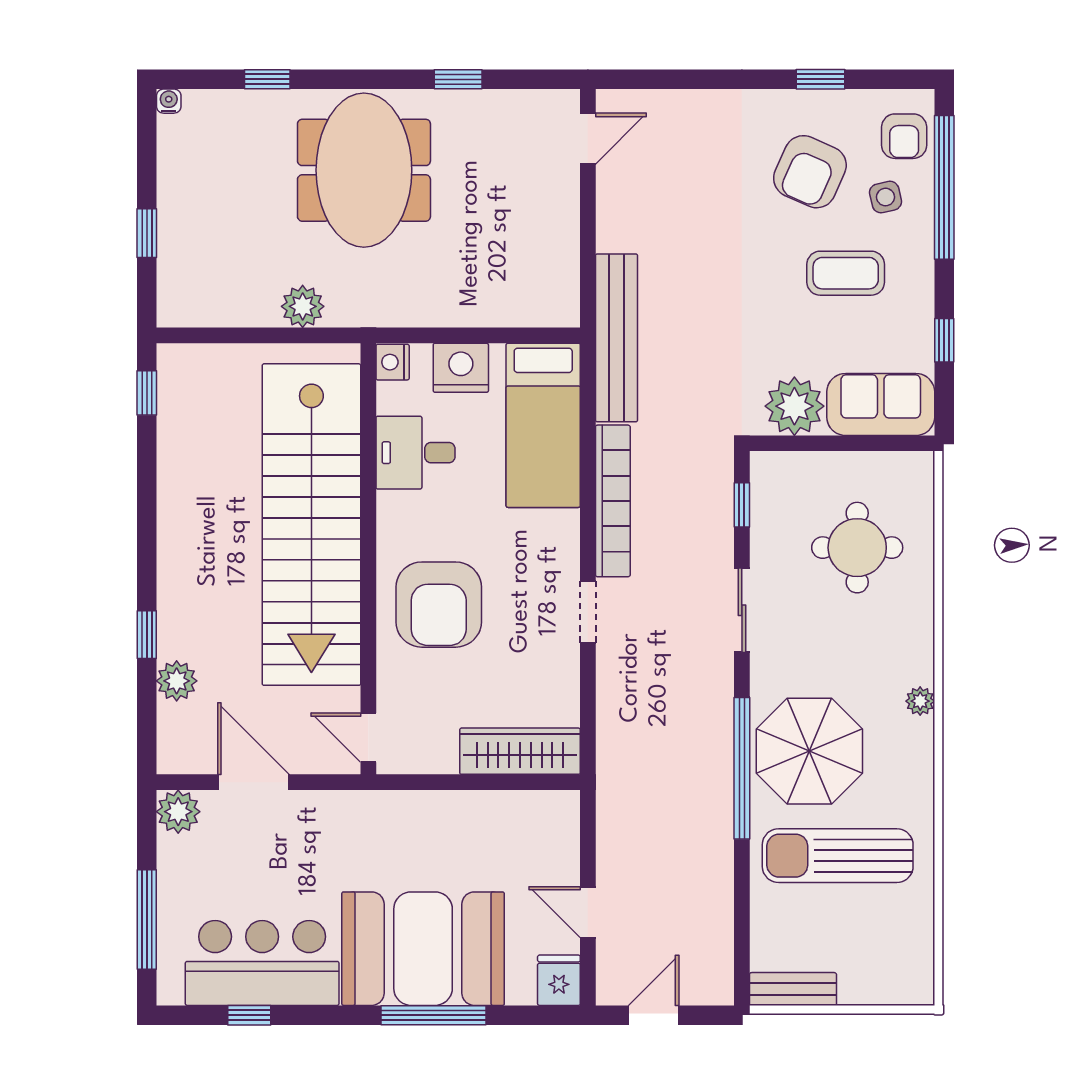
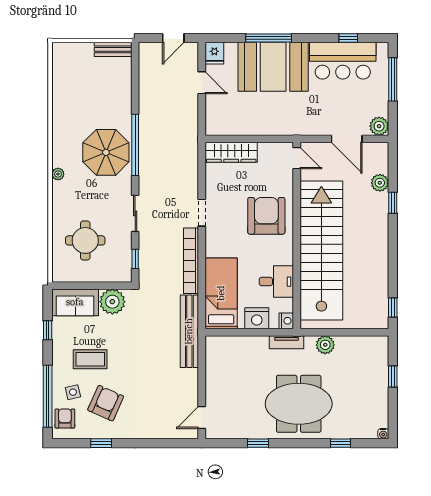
meeting table: (364, 170) -> (299, 404), turned 90
tv unit: (392, 313) -> (287, 342), added
sun lounger: (838, 856) -> (94, 107), removed

